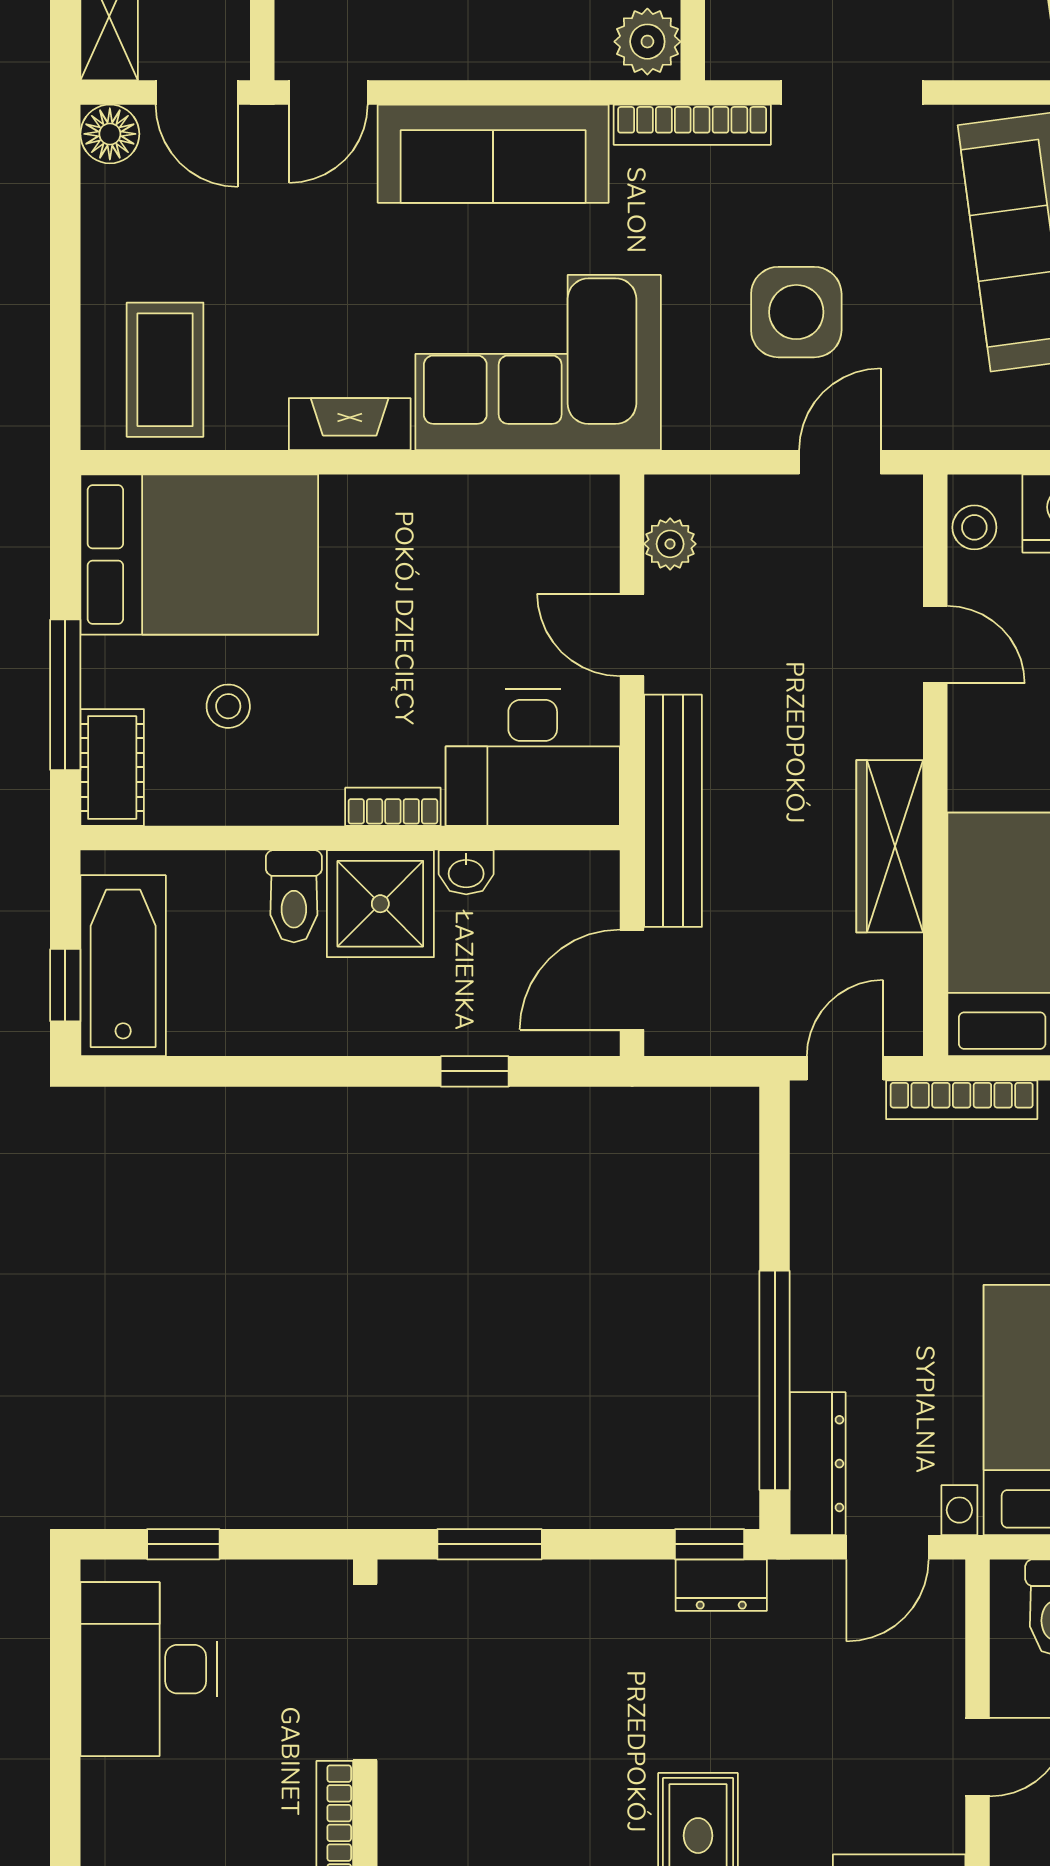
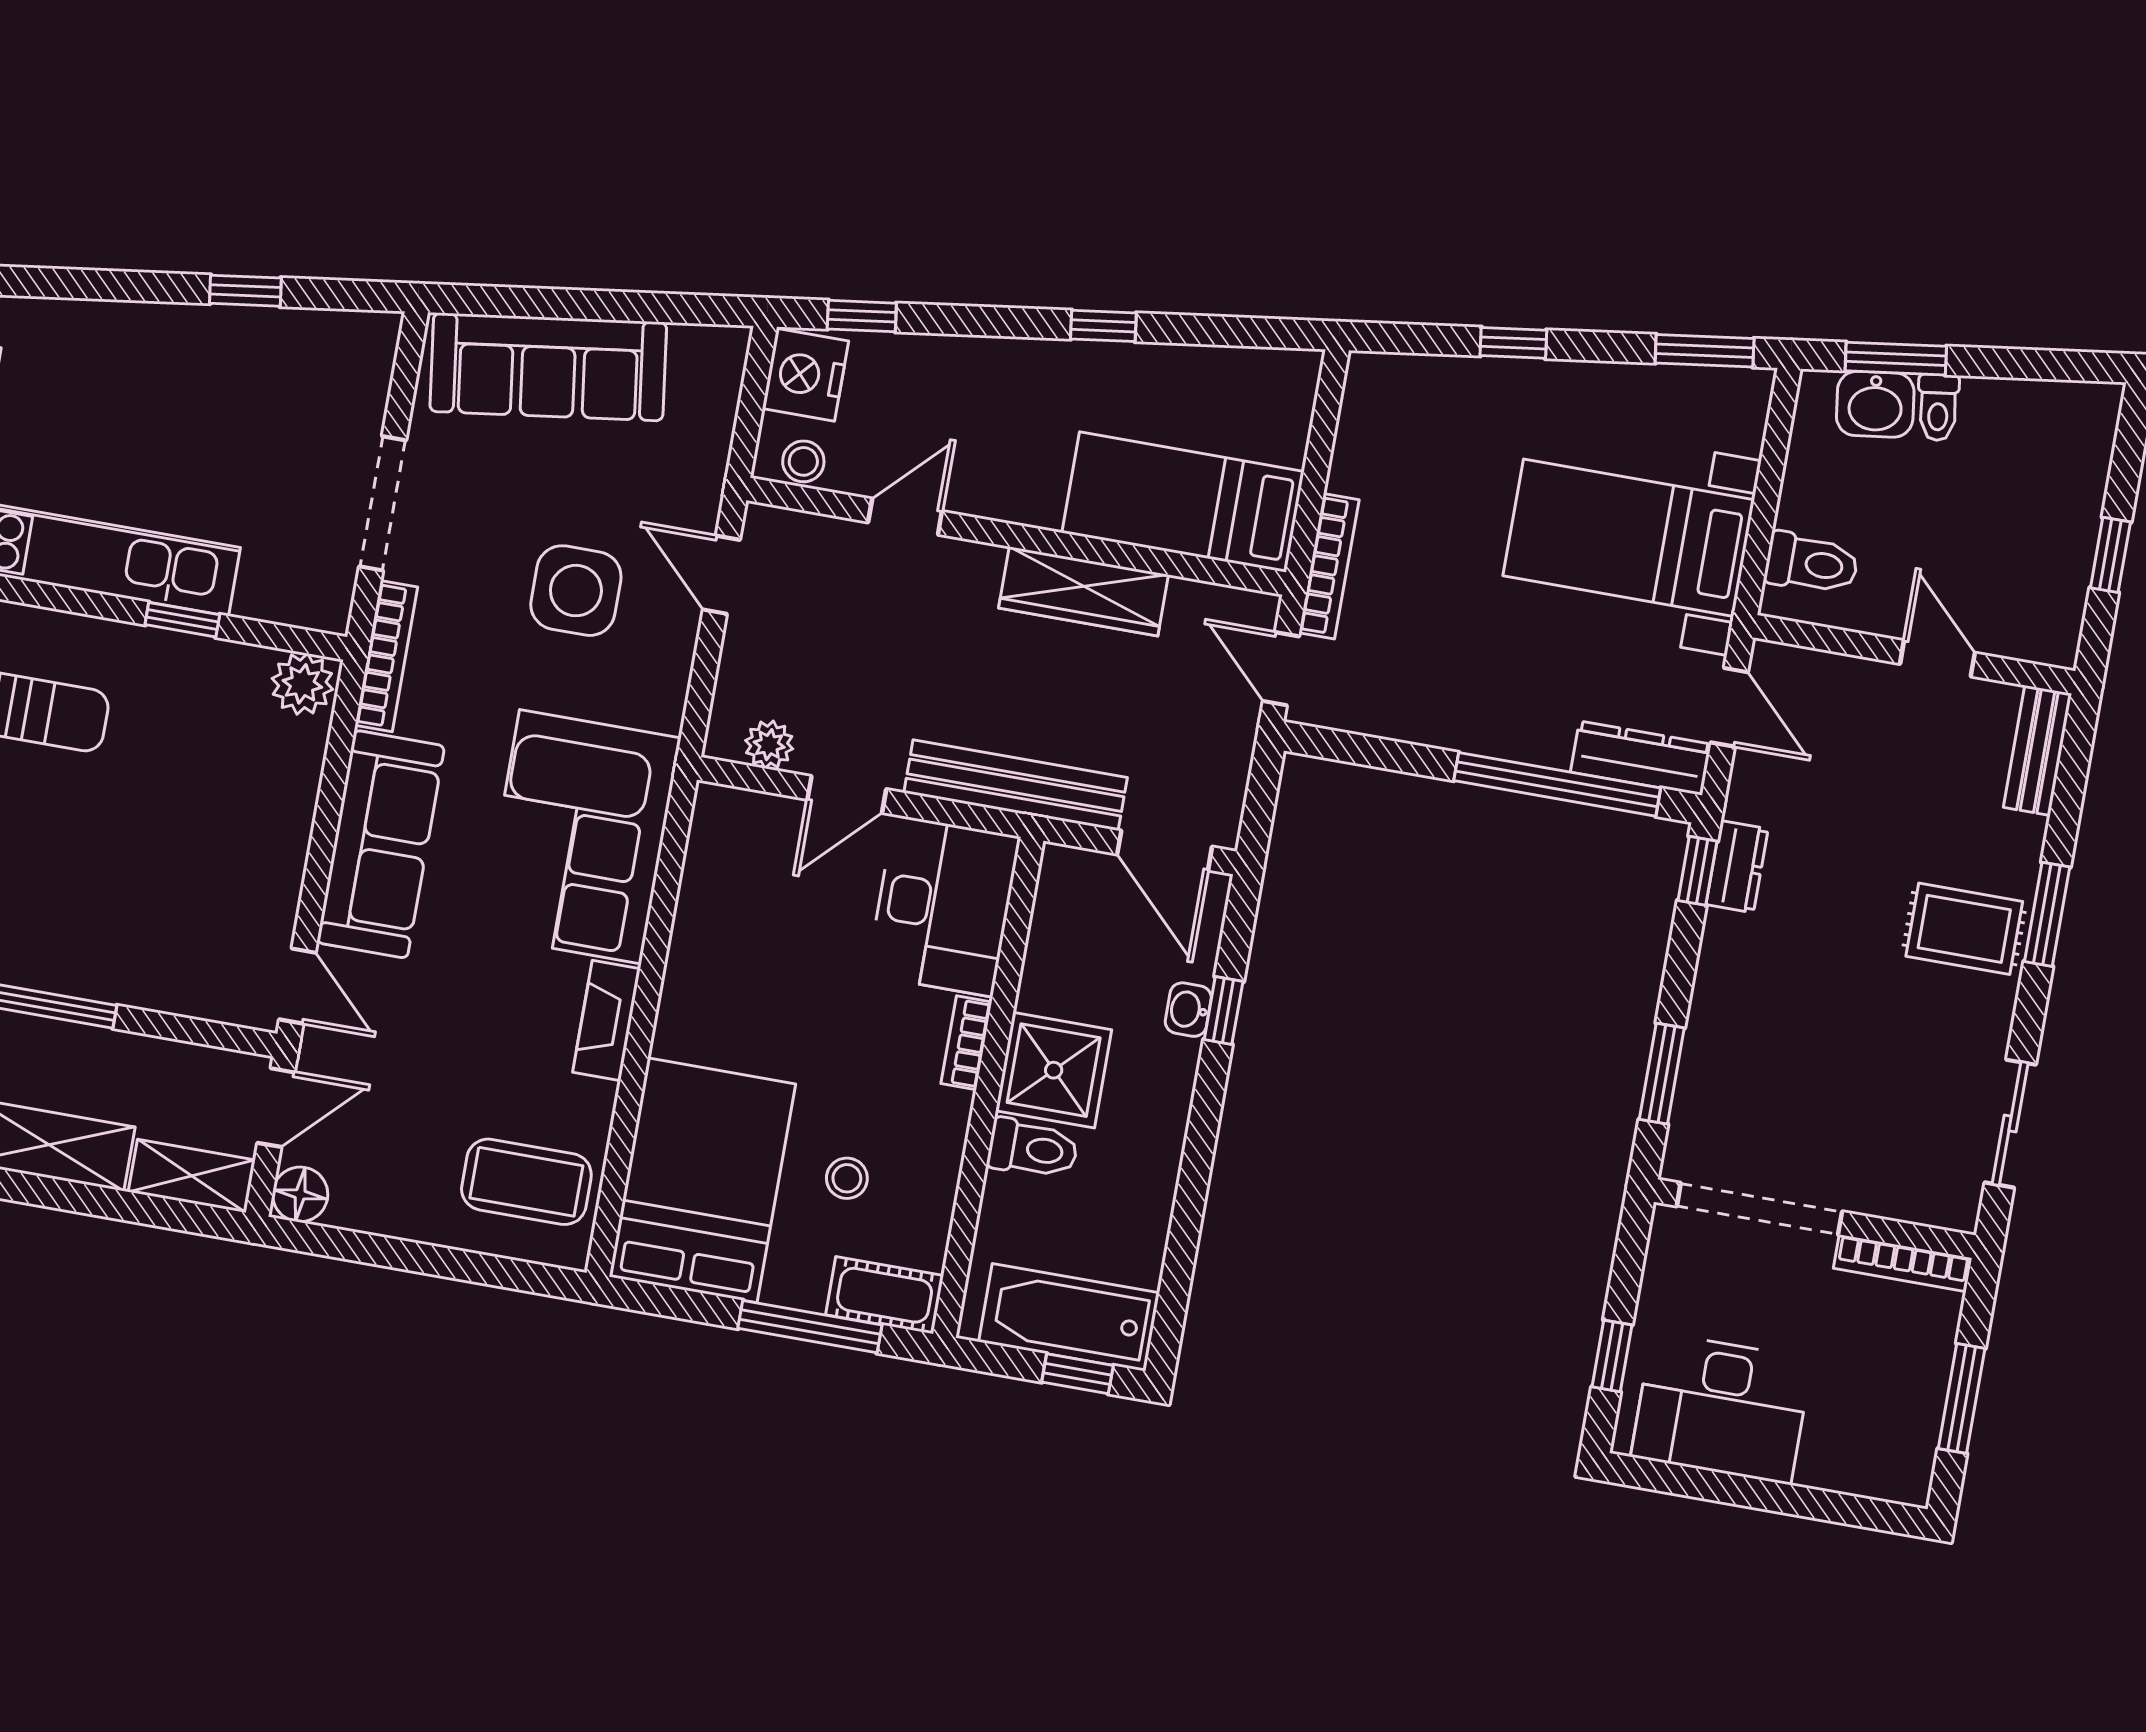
washbasin: (466, 872) -> (1188, 1010), moved, turned 180

